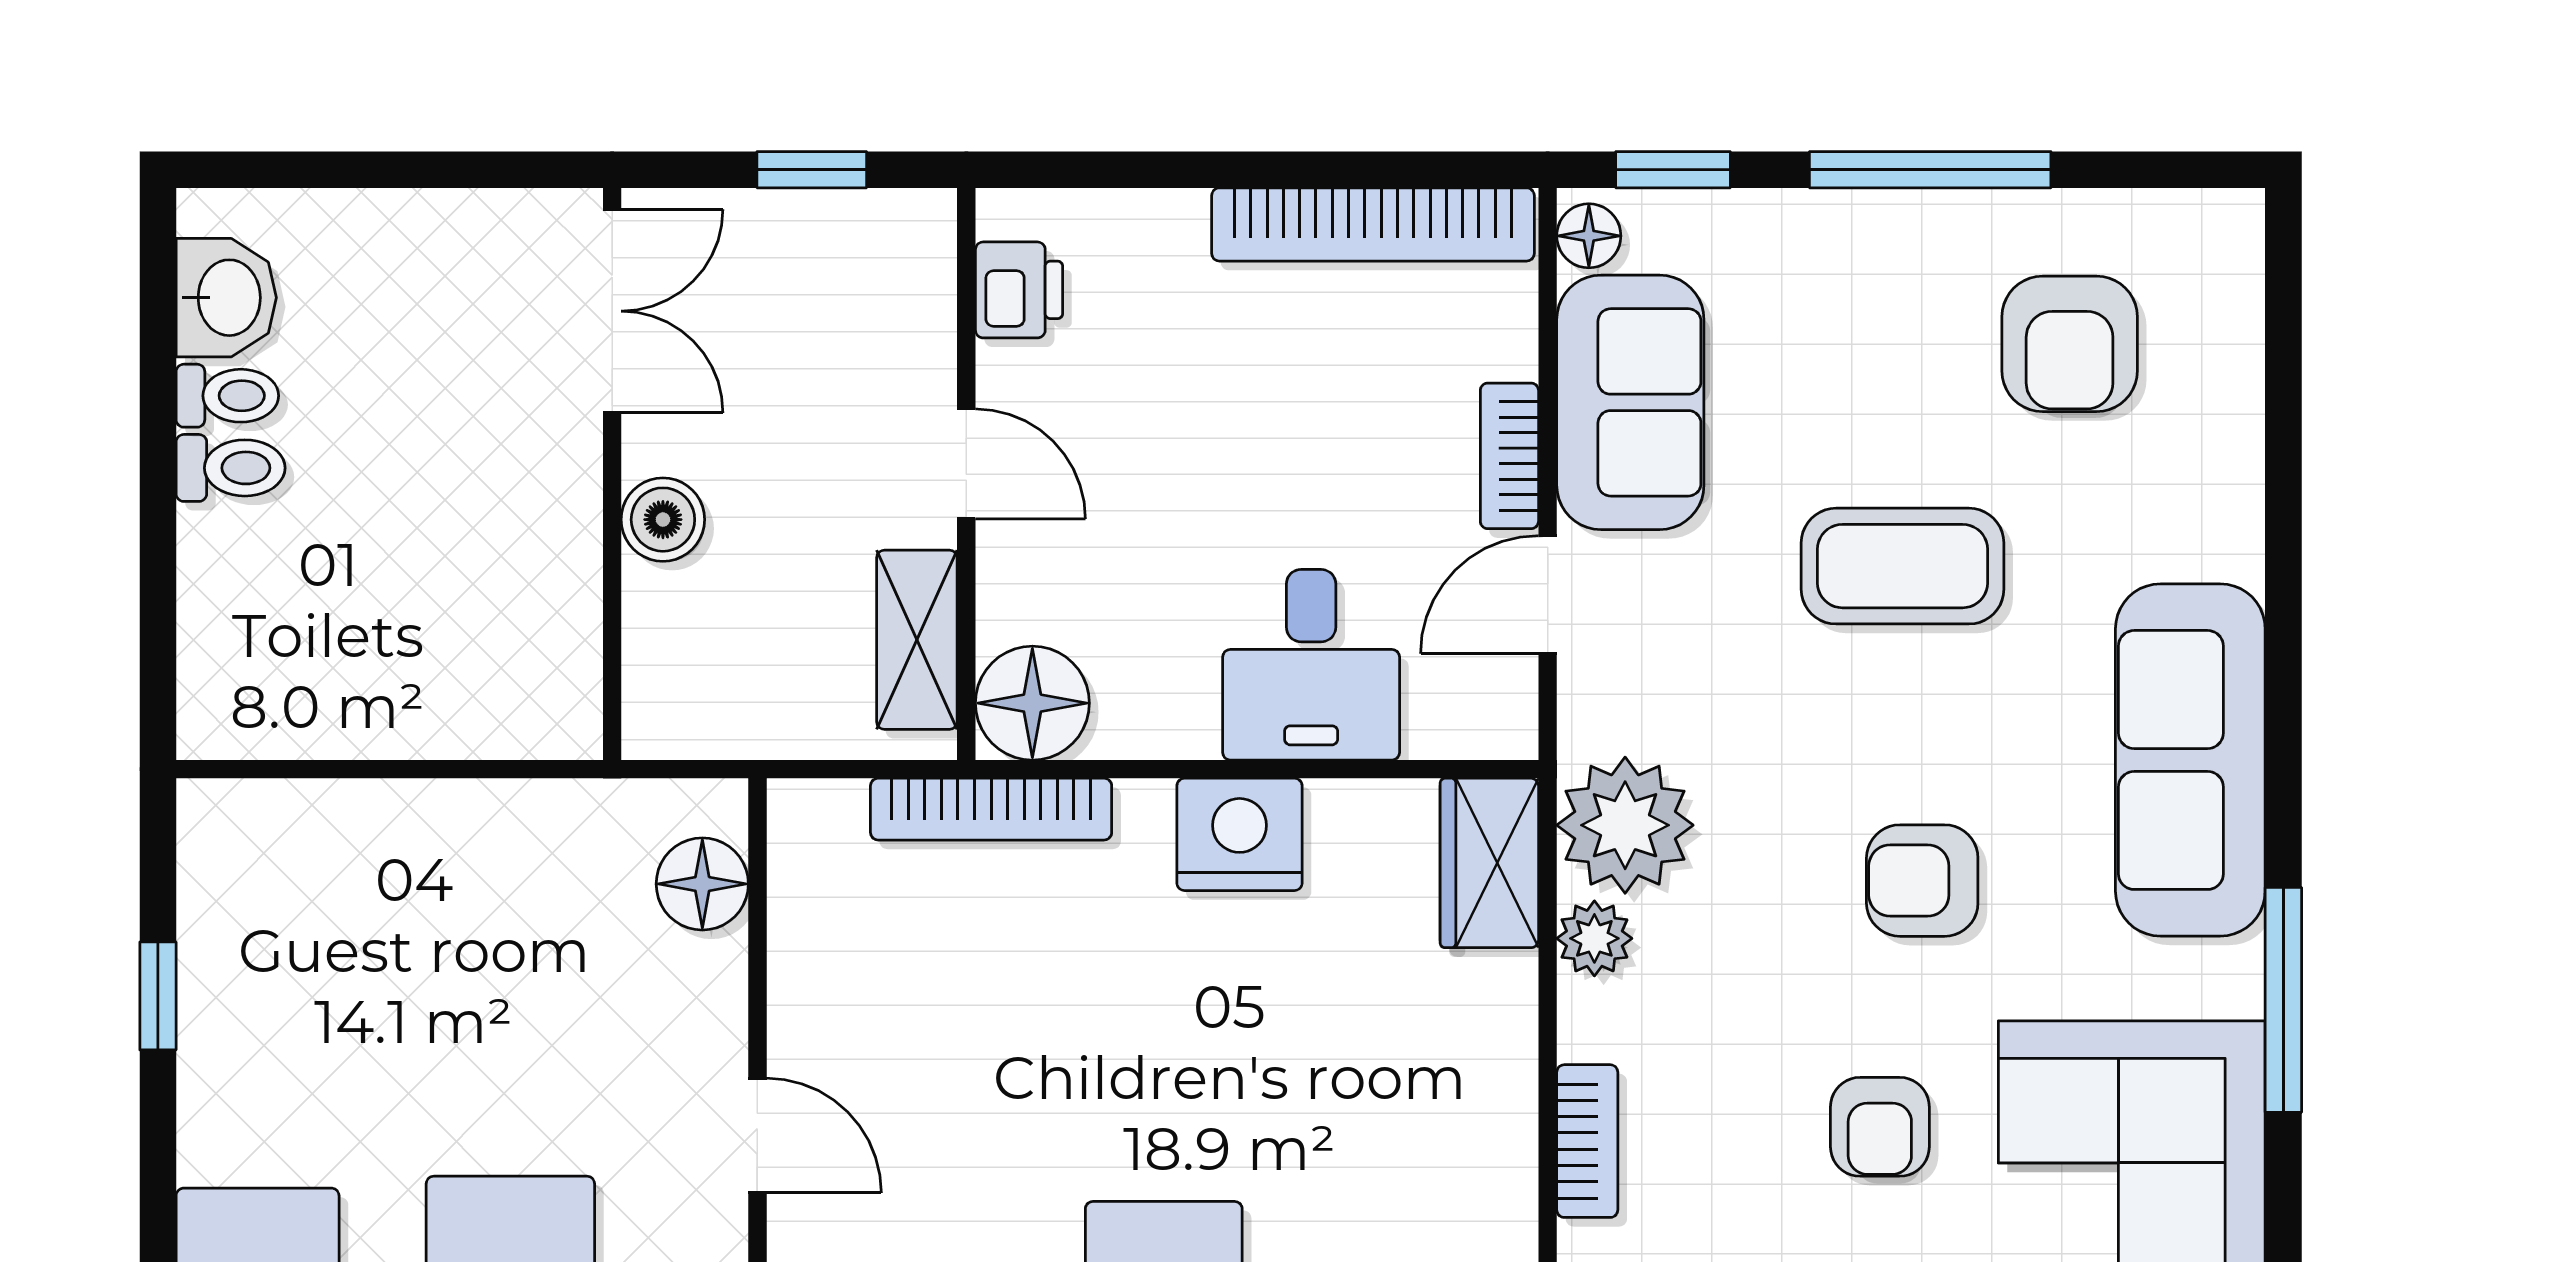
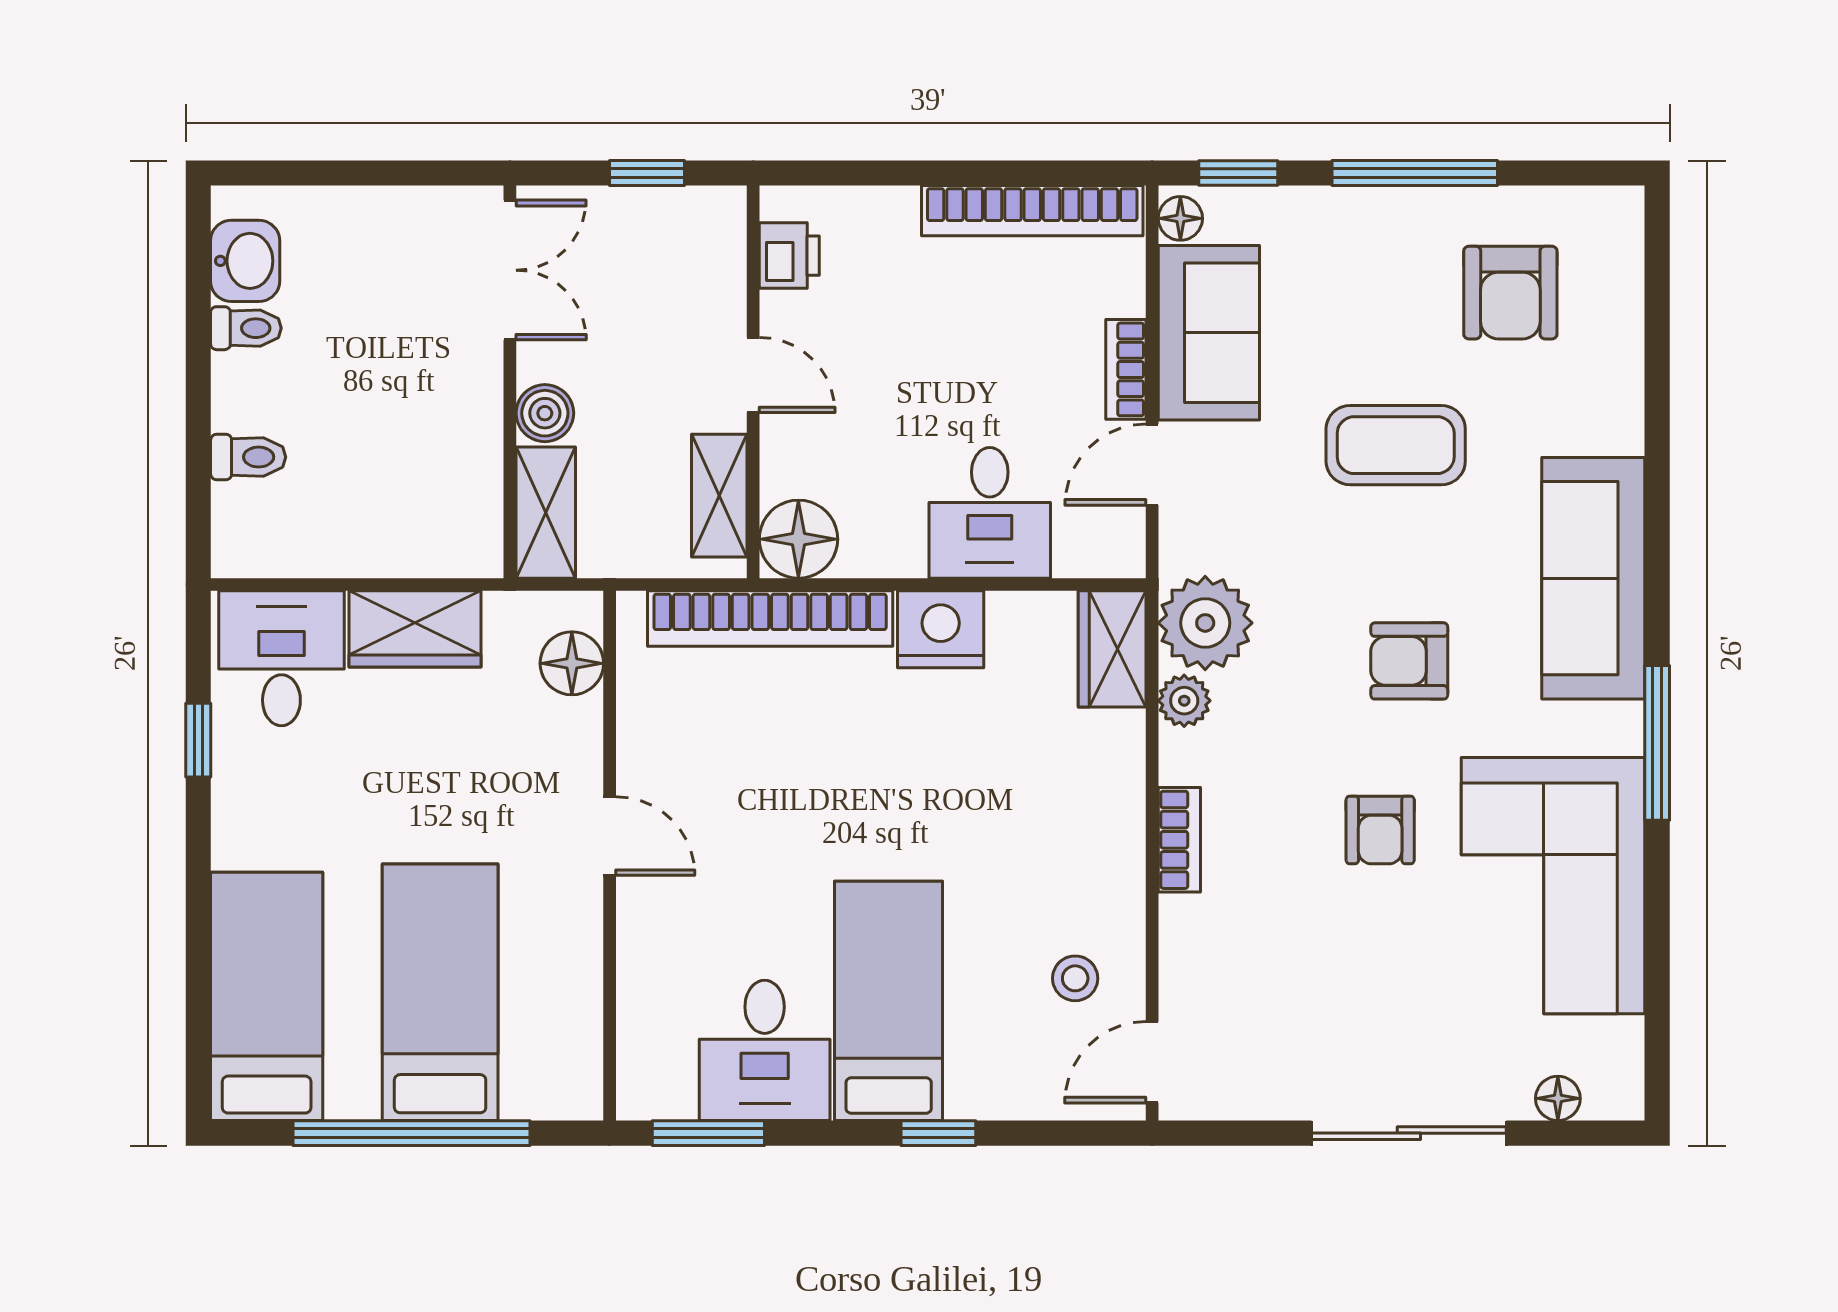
toilet: (231, 468) -> (248, 457), moved
shelving: (664, 664) -> (546, 513), added
bookcase: (991, 809) -> (770, 619), width x1.48, depth x1.31
wardrobe: (474, 834) -> (415, 629), added
desk: (279, 877) -> (281, 658), added

